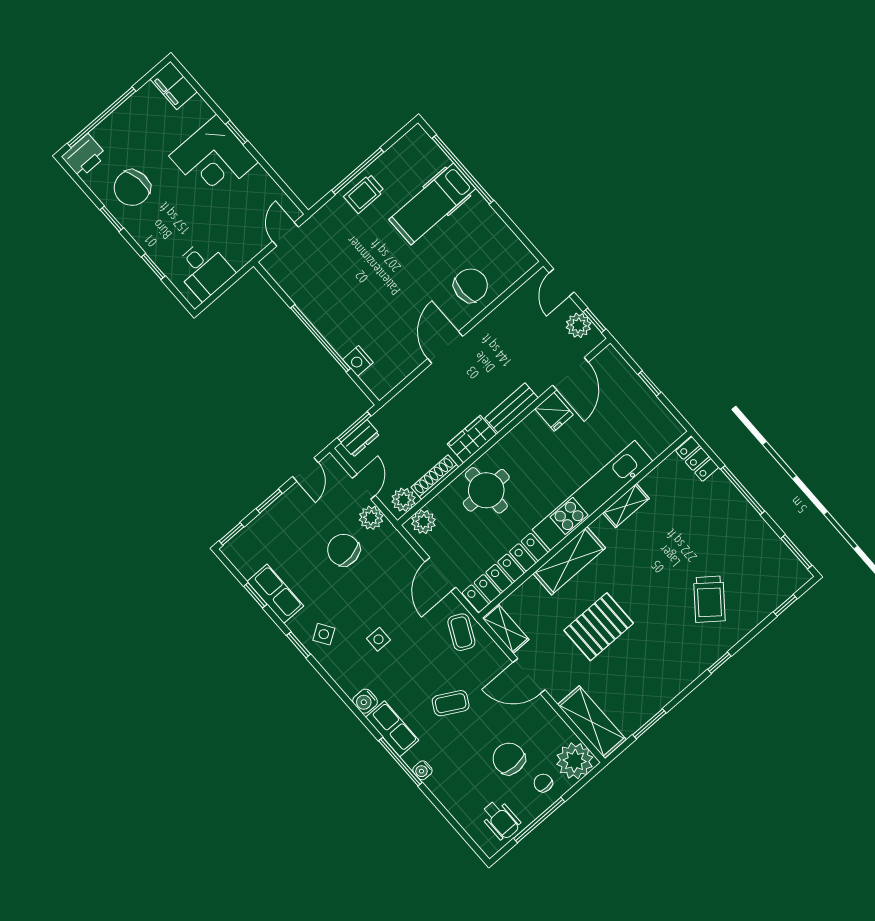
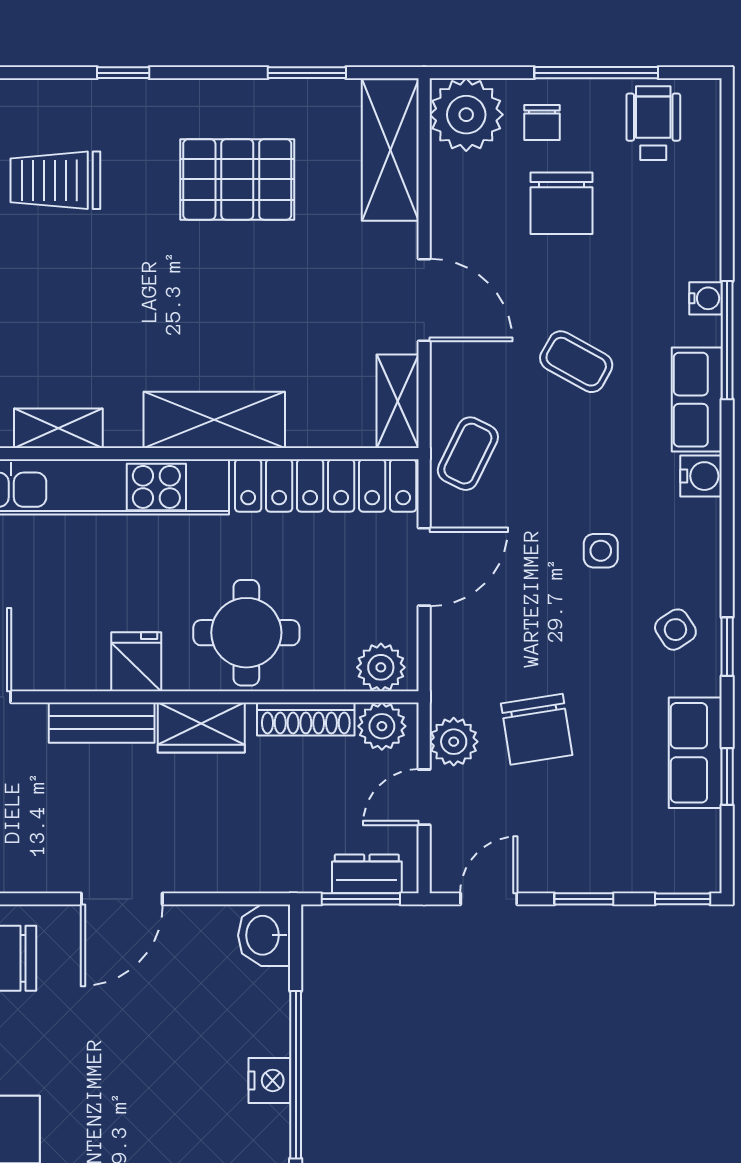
nightstand: (358, 361) -> (269, 1080), moved
washbasin: (379, 381) -> (264, 935), added
fridge: (554, 412) -> (136, 662), moved
trolley: (709, 599) -> (55, 180), turned -128
pallet: (599, 627) -> (237, 179), moved

